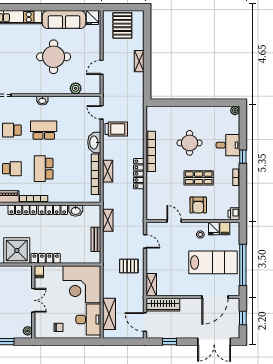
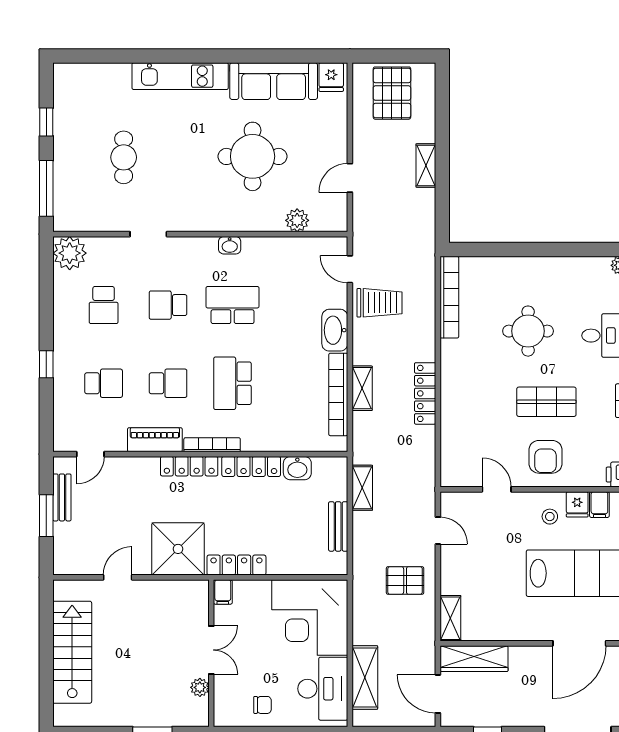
bookcase: (151, 151) -> (449, 297), moved
plant: (28, 331) -> (200, 687), moved

